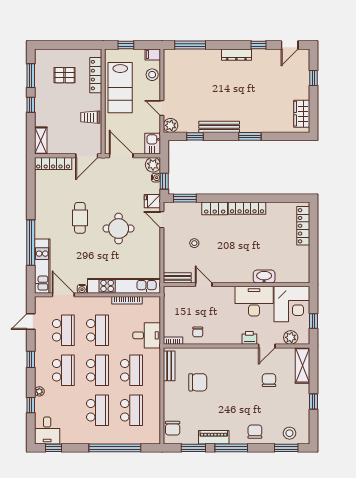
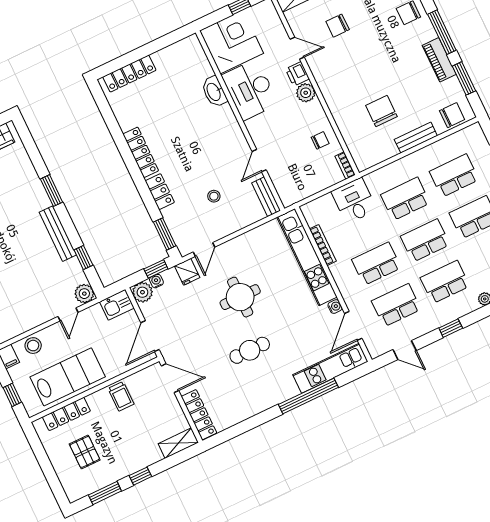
plant: (291, 337) -> (306, 93), moved
bench: (169, 366) -> (416, 138), moved

